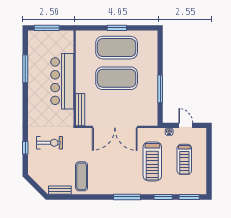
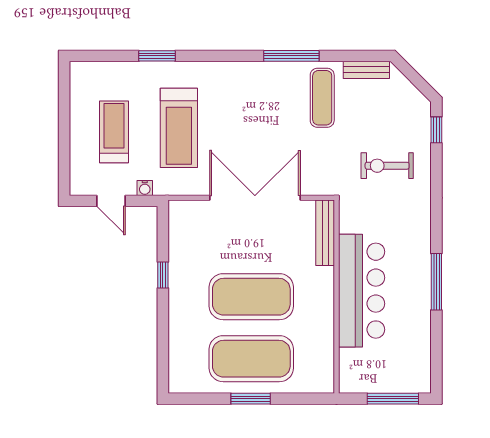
window: (25, 69) -> (436, 282), moved
window: (160, 89) -> (163, 275), width x0.46
window: (25, 148) -> (436, 130), moved
treadmill: (152, 161) -> (179, 128), turned 180
window: (127, 197) -> (291, 56), moved
window: (189, 197) -> (104, 56), removed

